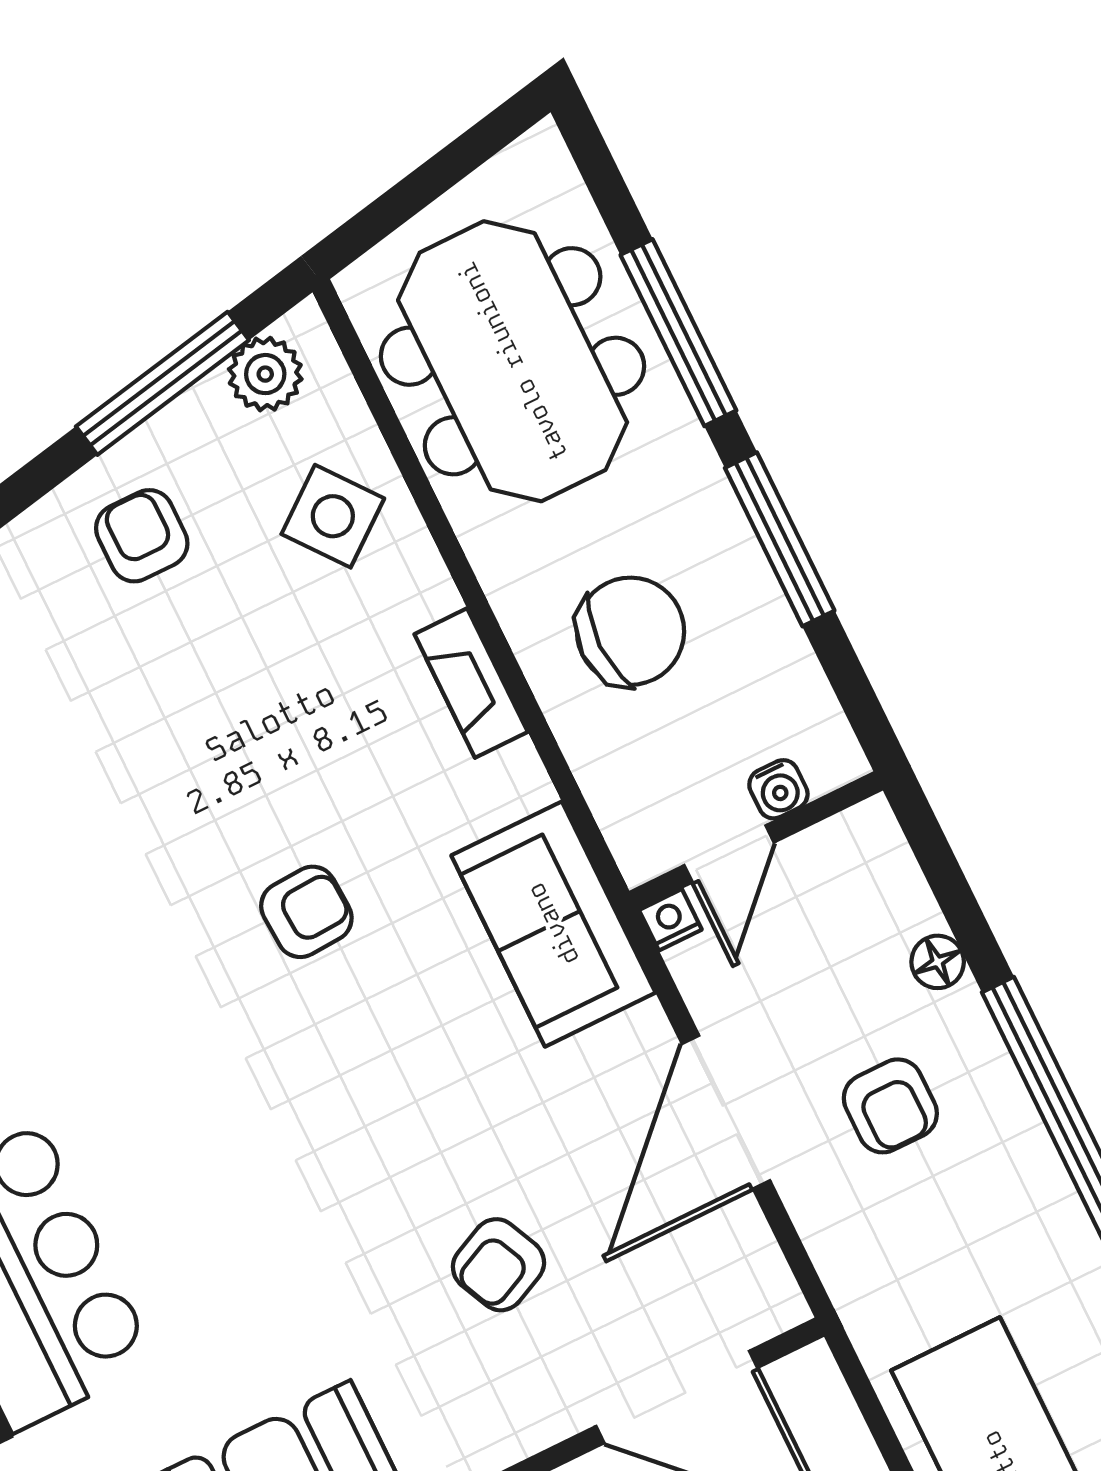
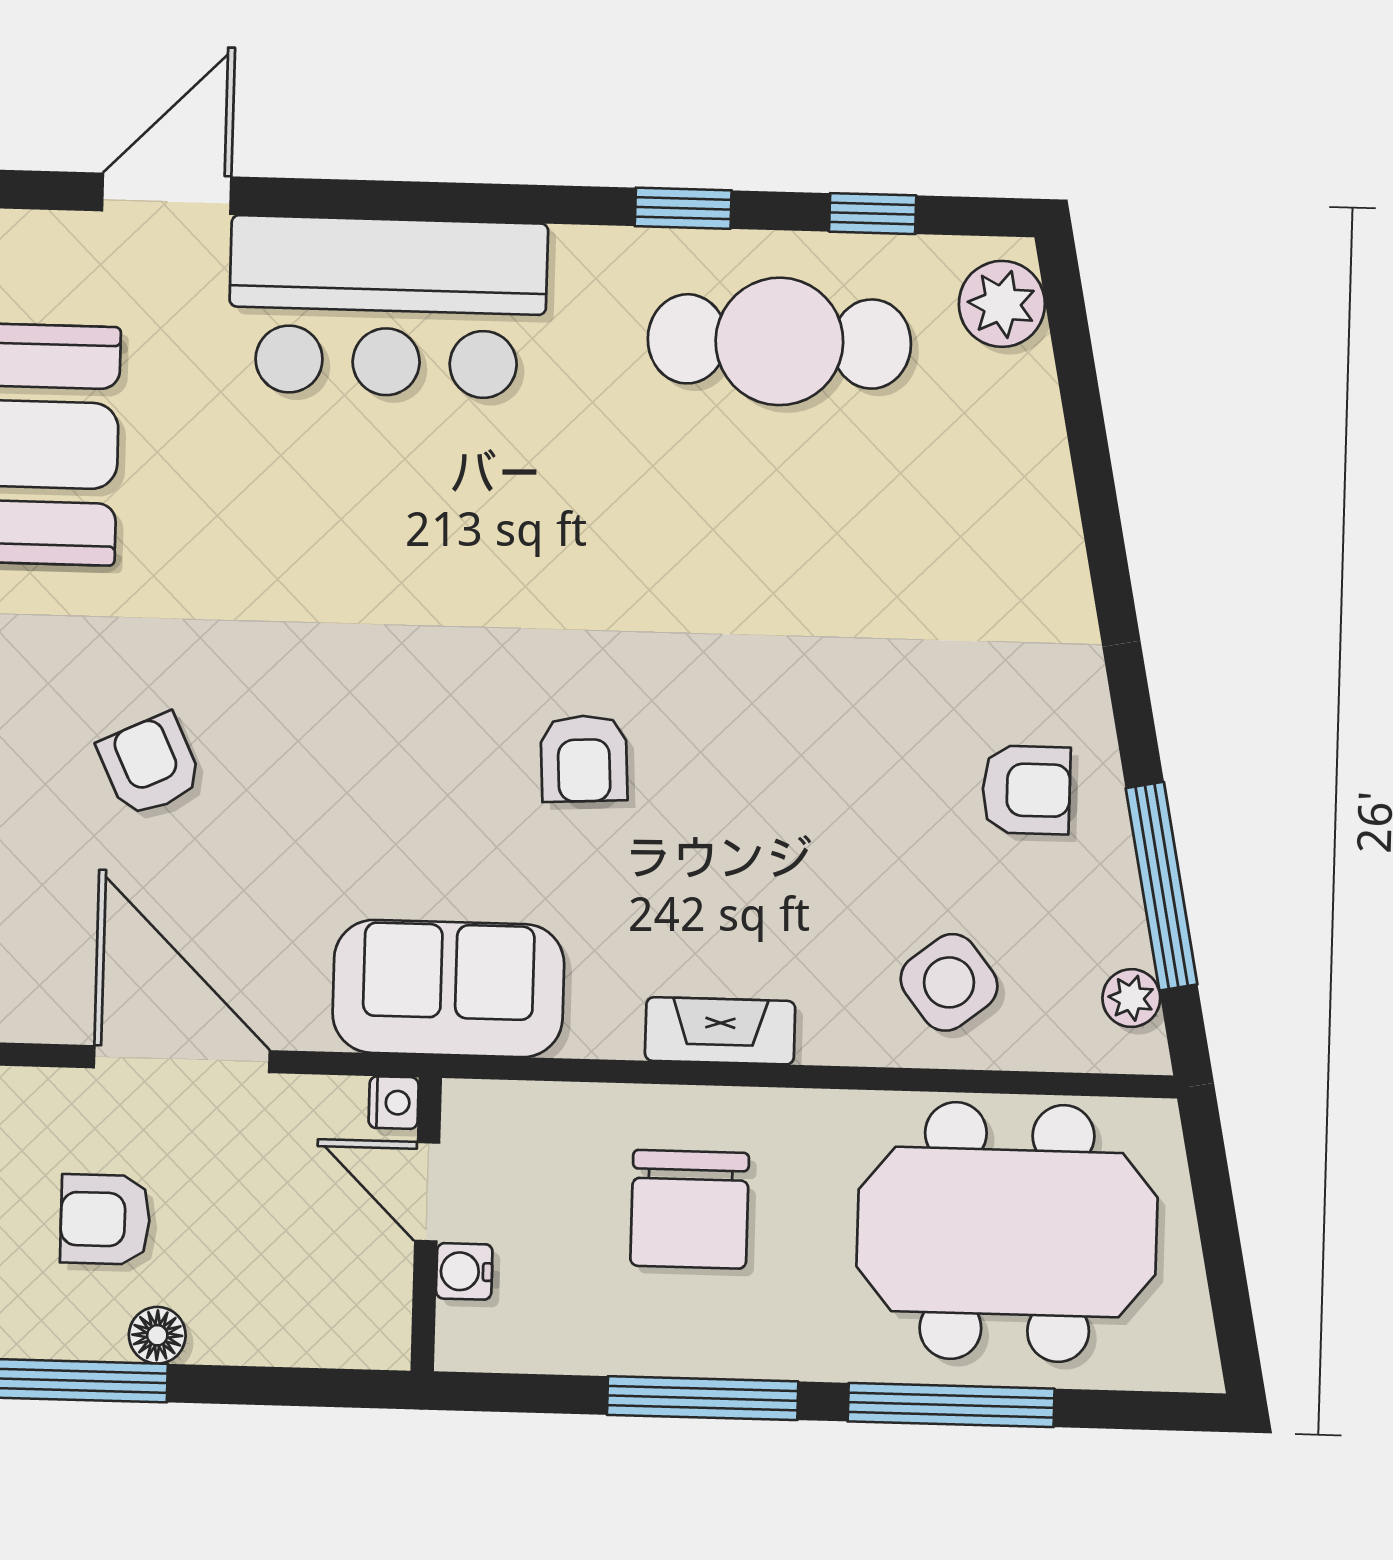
plant: (265, 374) -> (1131, 998), width x0.73, depth x0.73
floor lamp: (938, 962) -> (157, 1335), moved

